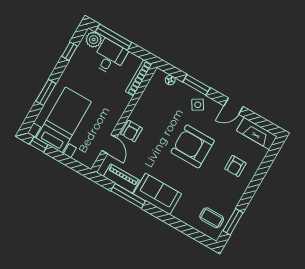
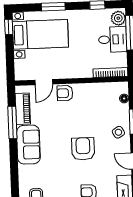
armchair: (193, 146) -> (83, 149), width x0.73, depth x0.73

